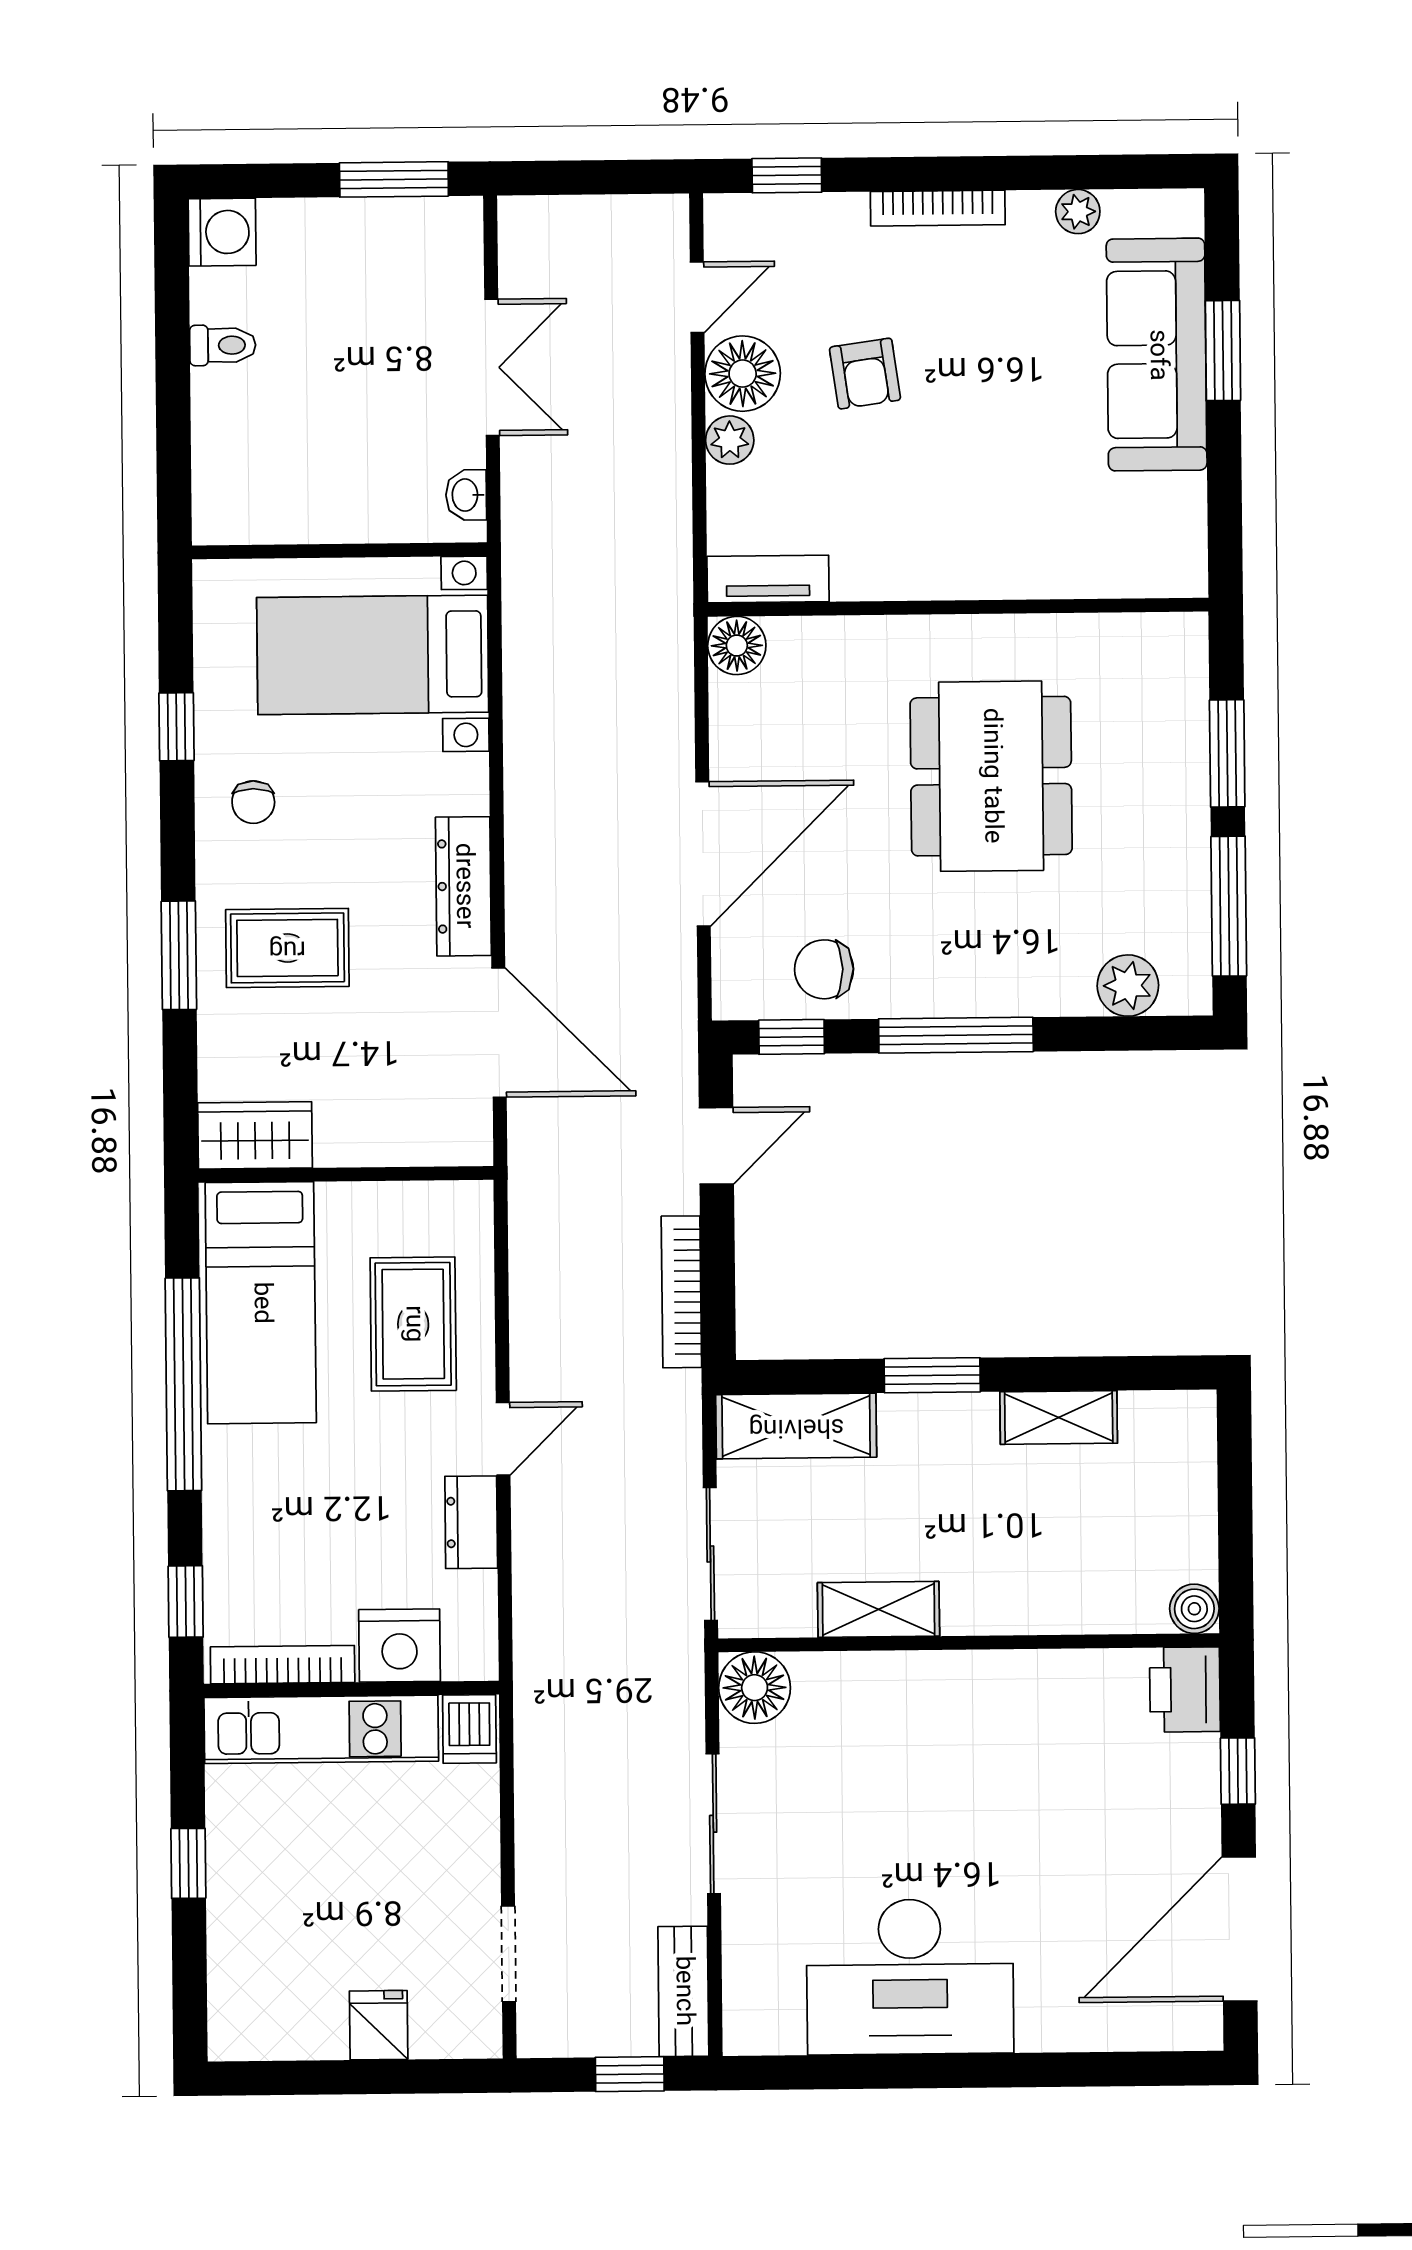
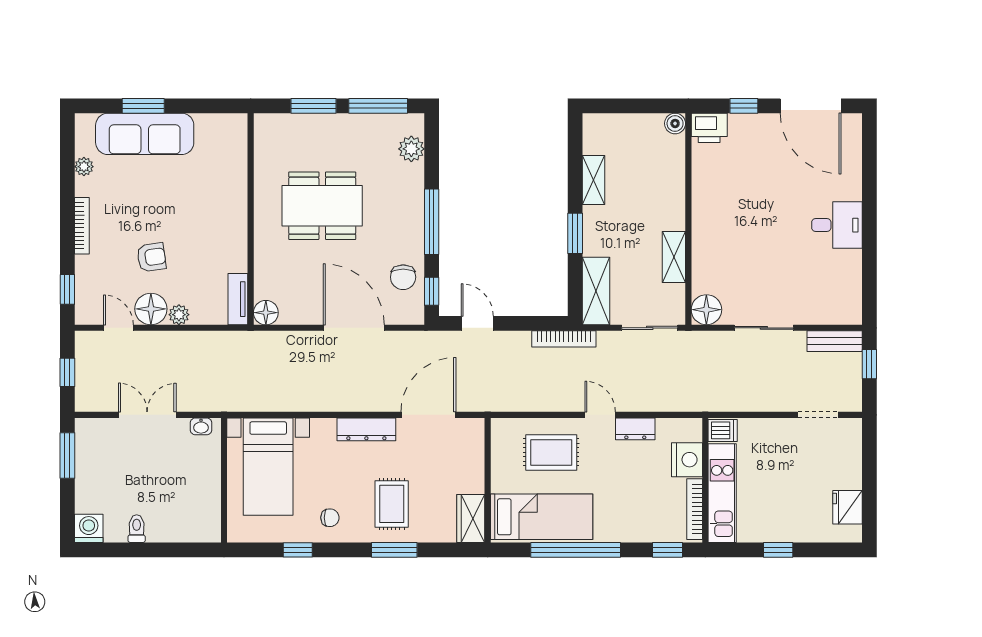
window: (591, 177) -> (67, 372), added
bookcase: (681, 1292) -> (564, 339), moved
desk: (910, 1977) -> (837, 225), width x0.53, depth x0.77
fridge: (379, 2025) -> (847, 507), moved, width x1.38

